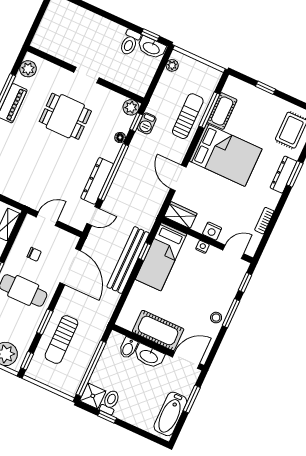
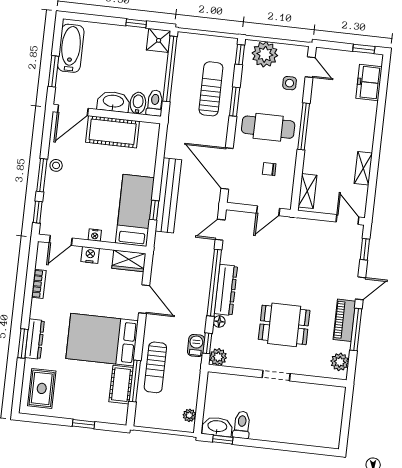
dresser: (97, 181) -> (226, 290), moved
toilet: (110, 402) -> (155, 103), moved, turned 180

